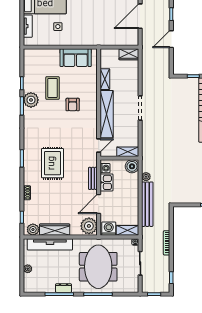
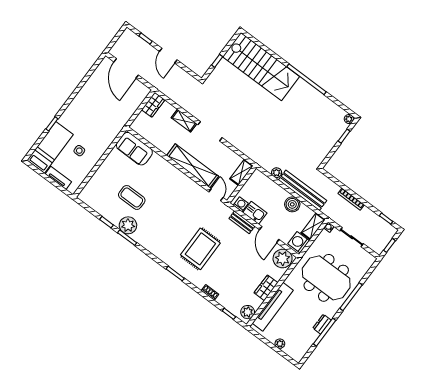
sofa: (76, 58) -> (134, 149), moved, turned 90
shelving: (105, 79) -> (184, 121), moved
armchair: (73, 105) -> (161, 190), removed
rug: (52, 163) -> (200, 249), turned 90
boiler: (132, 166) -> (292, 204), moved
wardrobe: (55, 230) -> (266, 288), width x0.67

